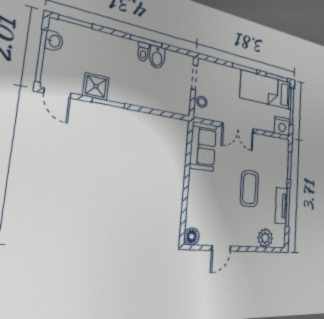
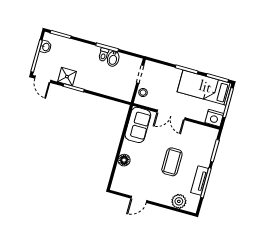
floor lamp: (192, 236) -> (124, 160), moved

